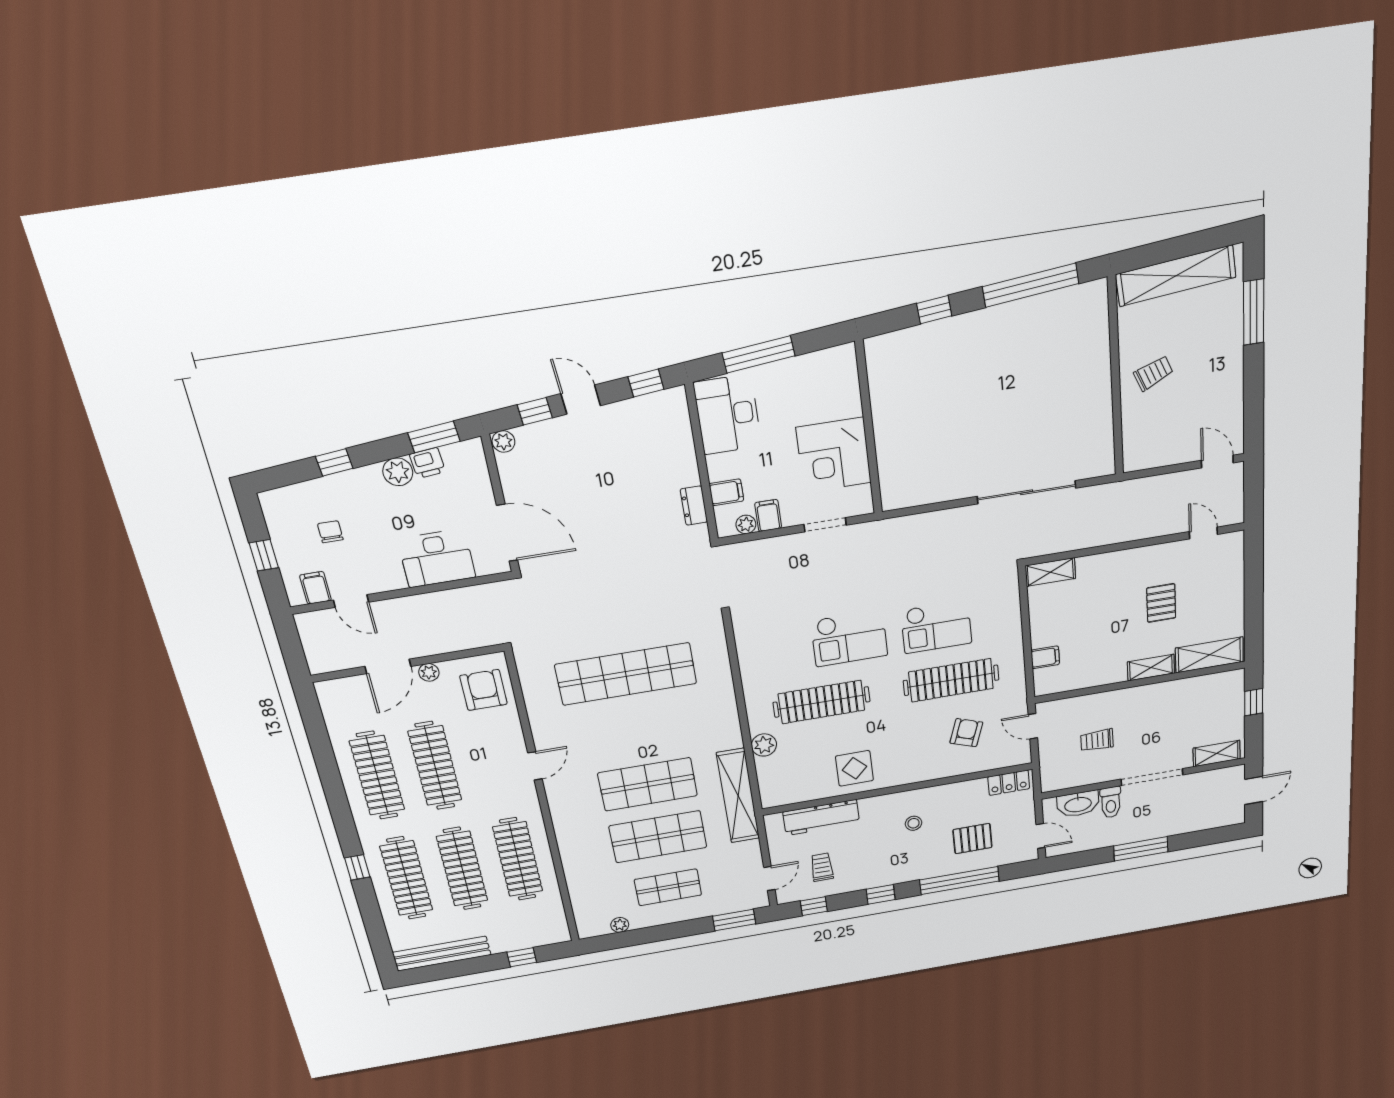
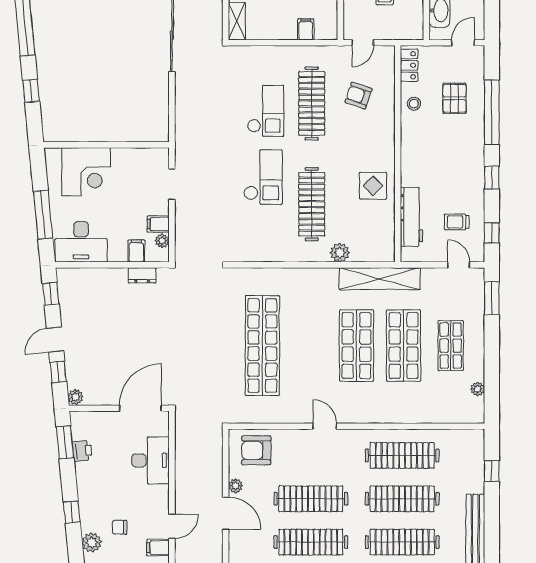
corner desk: (834, 455) -> (86, 172), moved
plant: (398, 472) -> (92, 543), moved
stool: (913, 823) -> (414, 104), moved

